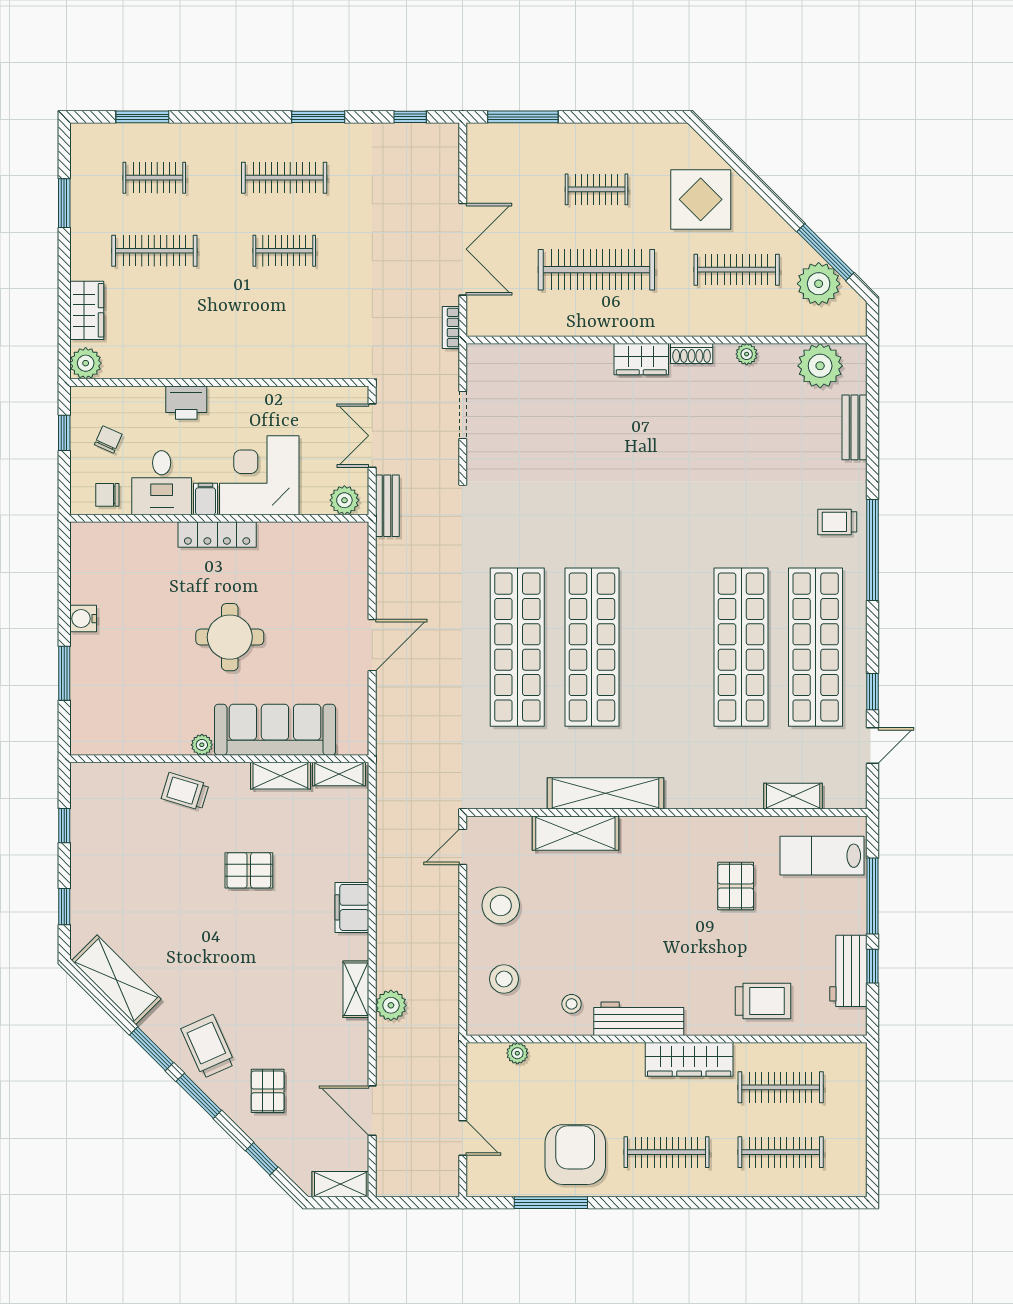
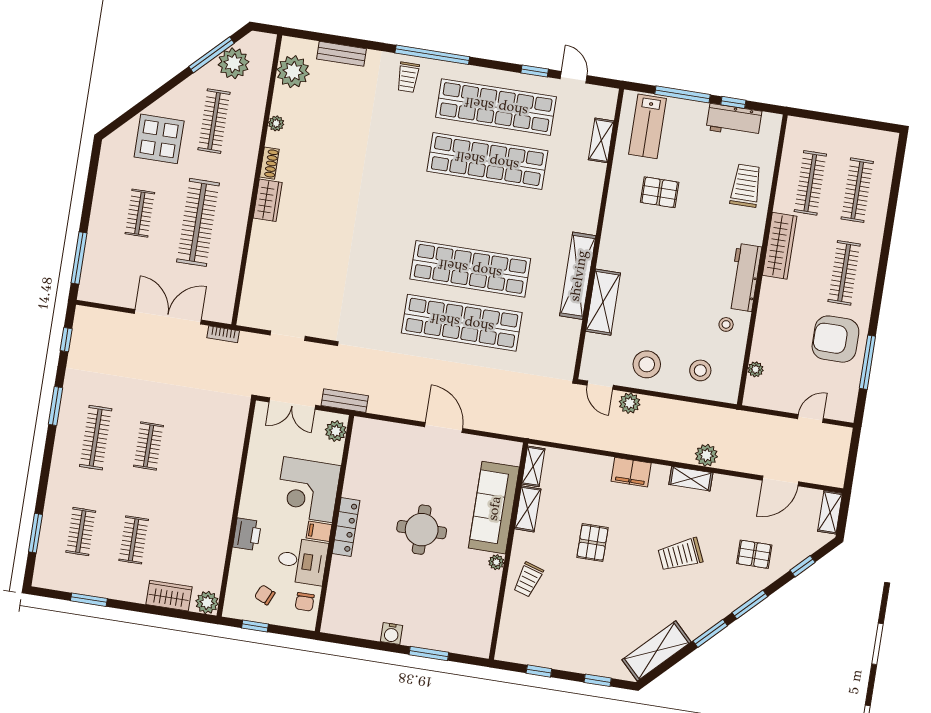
clothes rail: (154, 251) -> (134, 540), width x0.73
plant: (445, 891) -> (630, 403), added
trolley: (208, 1046) -> (680, 555), moved

